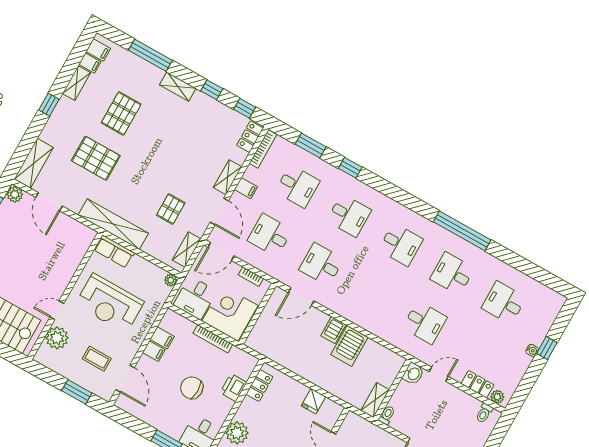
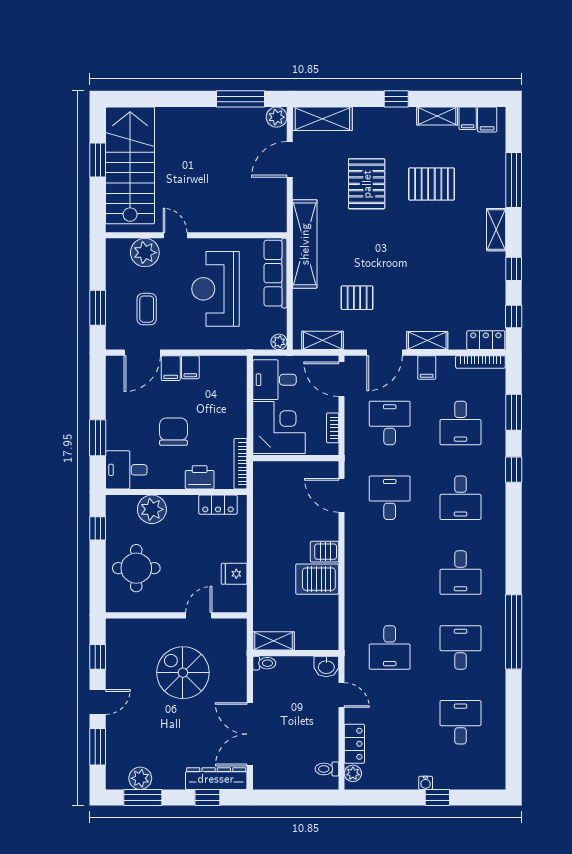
row of seats: (114, 251) -> (275, 273), width x1.48
filing cabinet: (162, 338) -> (171, 368), moved
bookcase: (213, 339) -> (240, 464), moved

